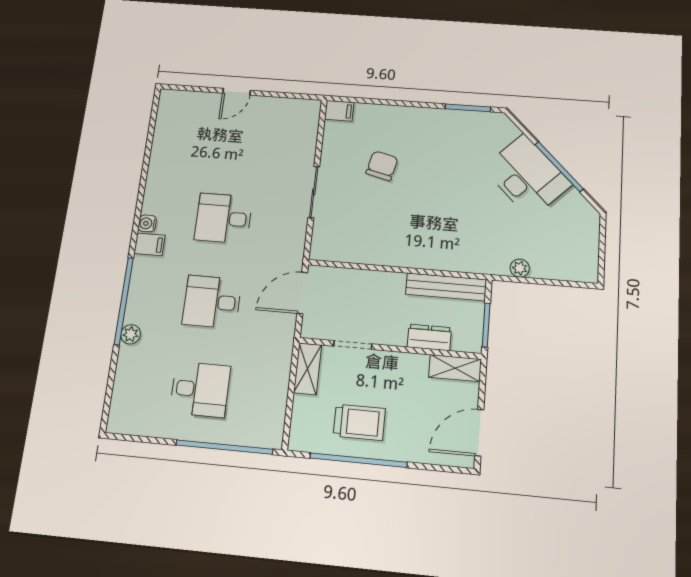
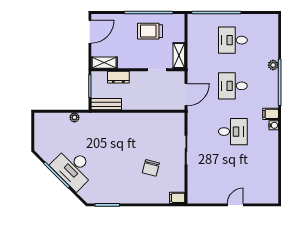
bench: (446, 287) -> (106, 104), width x0.73
desk: (212, 302) -> (233, 86), turned 180

